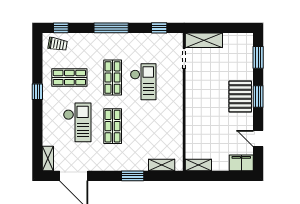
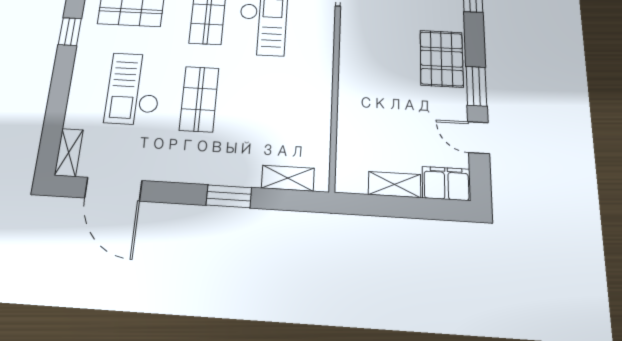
window: (258, 97) -> (476, 86), moved
checkout: (77, 122) -> (134, 89), turned 180
shelving: (198, 165) -> (395, 185), moved

